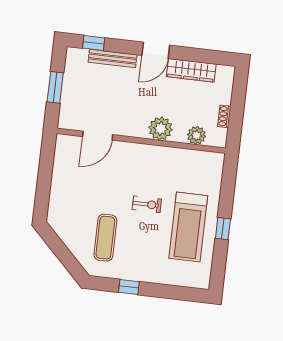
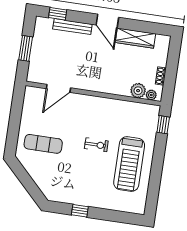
door: (156, 50) -> (107, 21), hinge flipped
plant: (161, 129) -> (151, 95), moved, width x0.53, depth x0.53
window: (223, 229) -> (163, 125), moved
exercise mat: (105, 238) -> (43, 144), moved, turned 90

